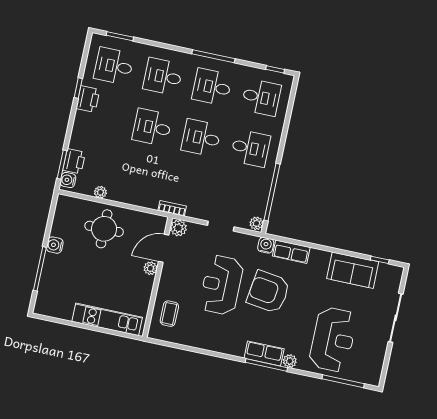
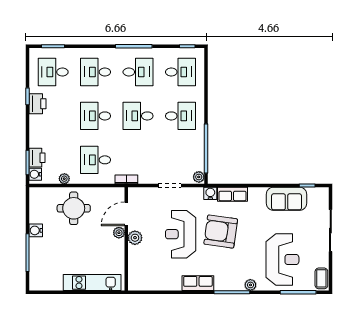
desk: (212, 87) -> (138, 72), turned 180
desk: (141, 178) -> (96, 160), added
plant: (178, 228) -> (135, 238), moved
coffee table: (169, 314) -> (321, 278), moved
row of seats: (264, 353) -> (198, 283), moved

